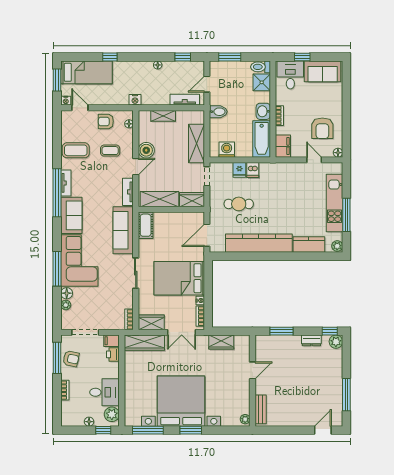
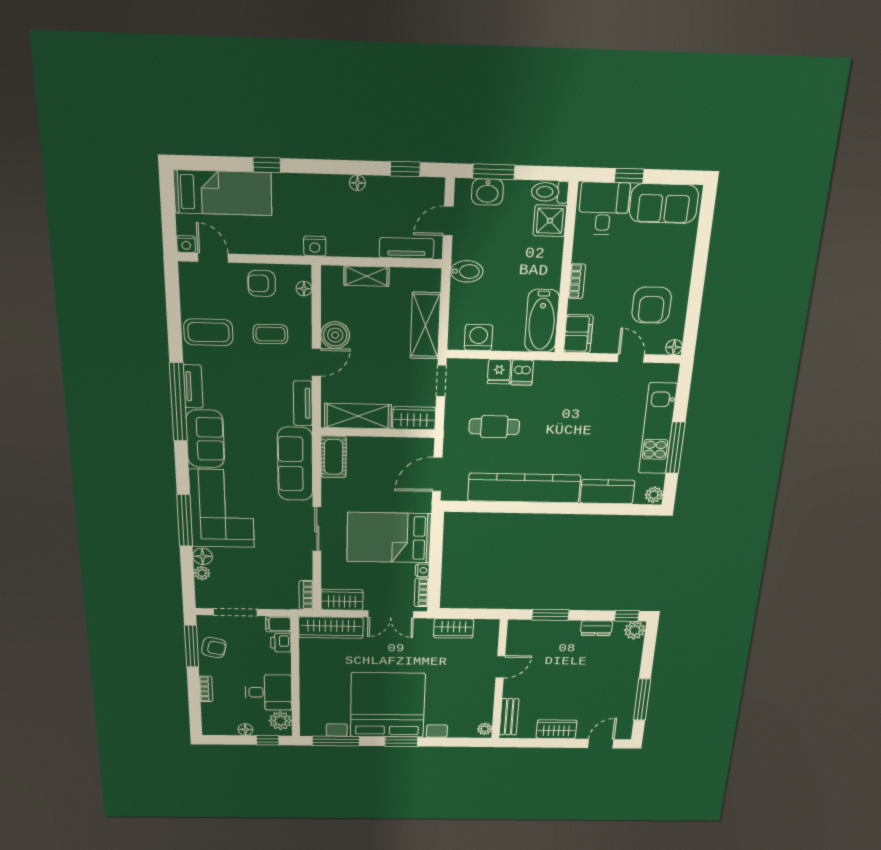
window: (57, 80) -> (168, 206), removed
washbasin: (263, 111) -> (487, 192), moved, turned -90
wardrobe: (292, 419) -> (556, 729), added

